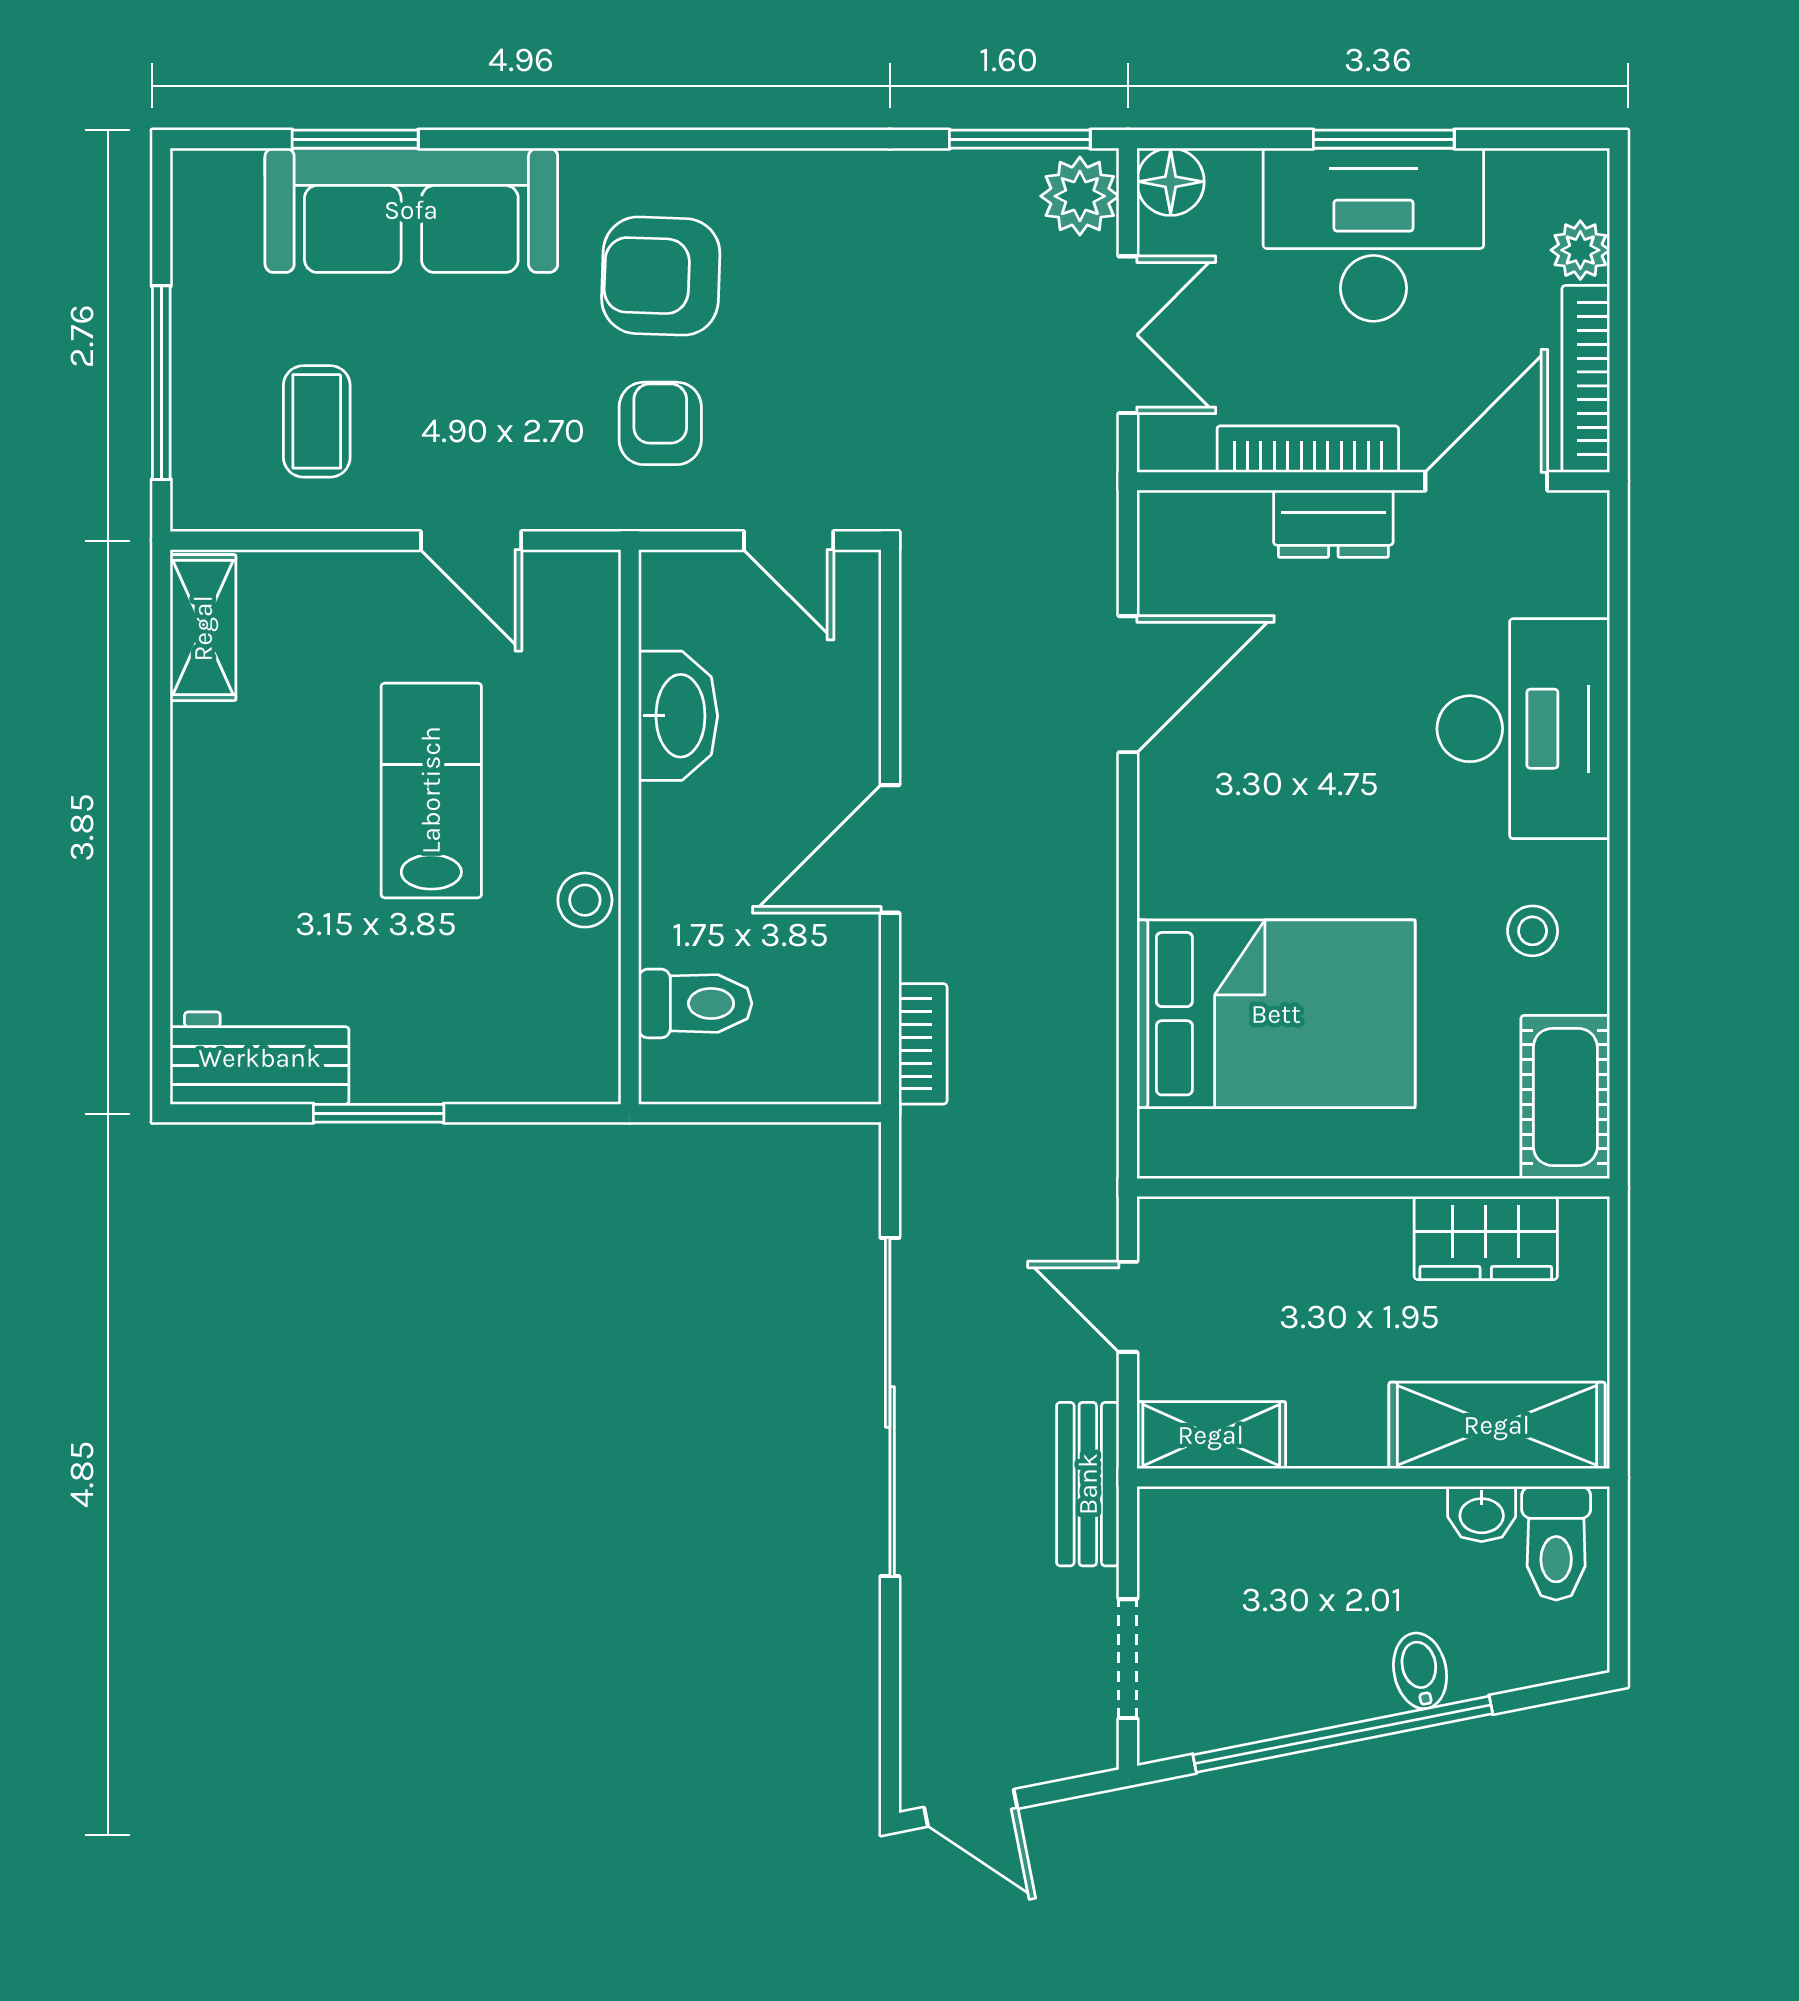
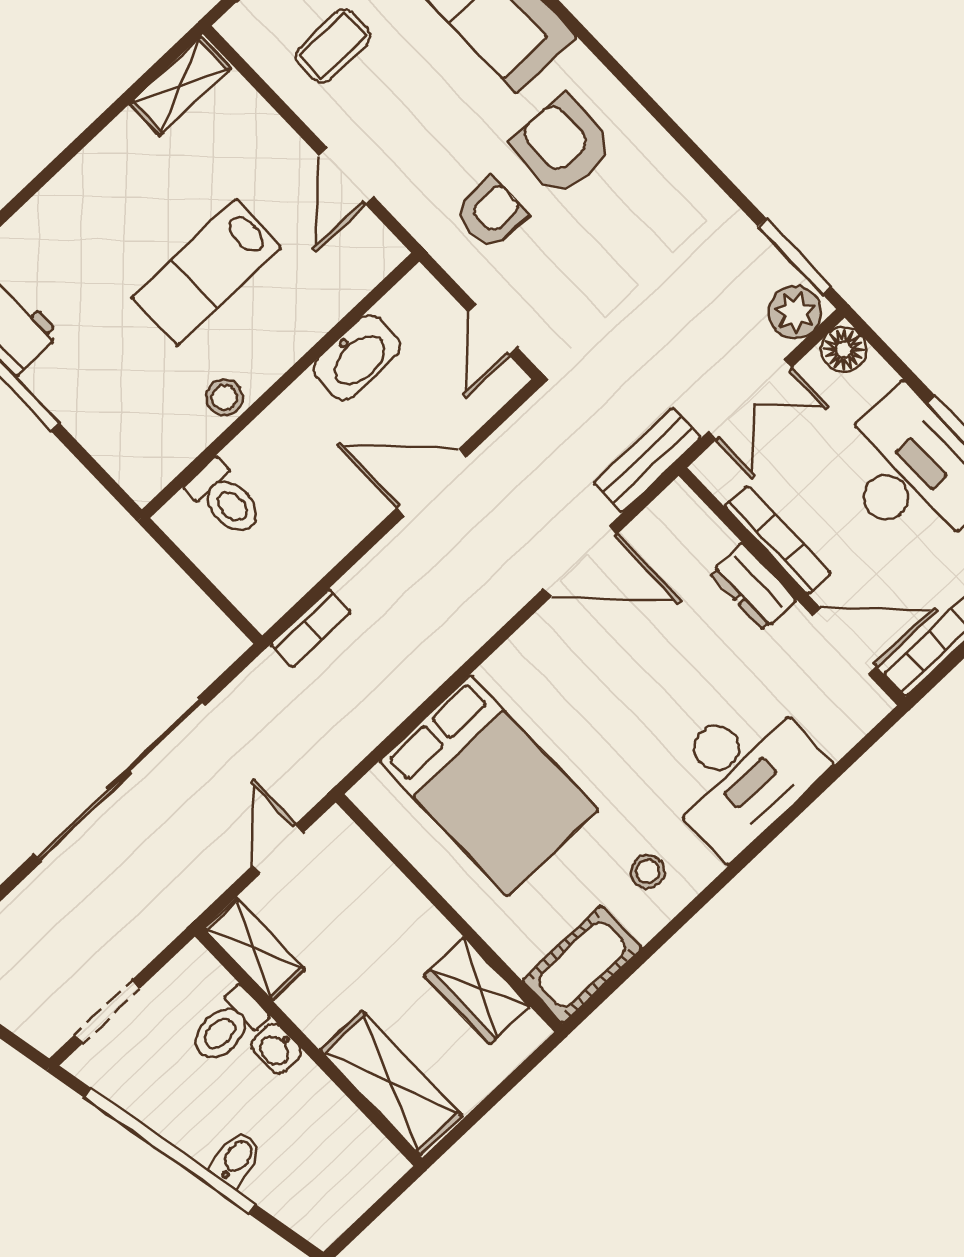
lab bench: (431, 790) -> (207, 272), turned 180
door: (890, 849) -> (432, 482), moved
bench: (1088, 1484) -> (647, 460), moved
washbasin: (1482, 1514) -> (276, 1049), moved
toilet: (1556, 1543) -> (227, 1026), moved

